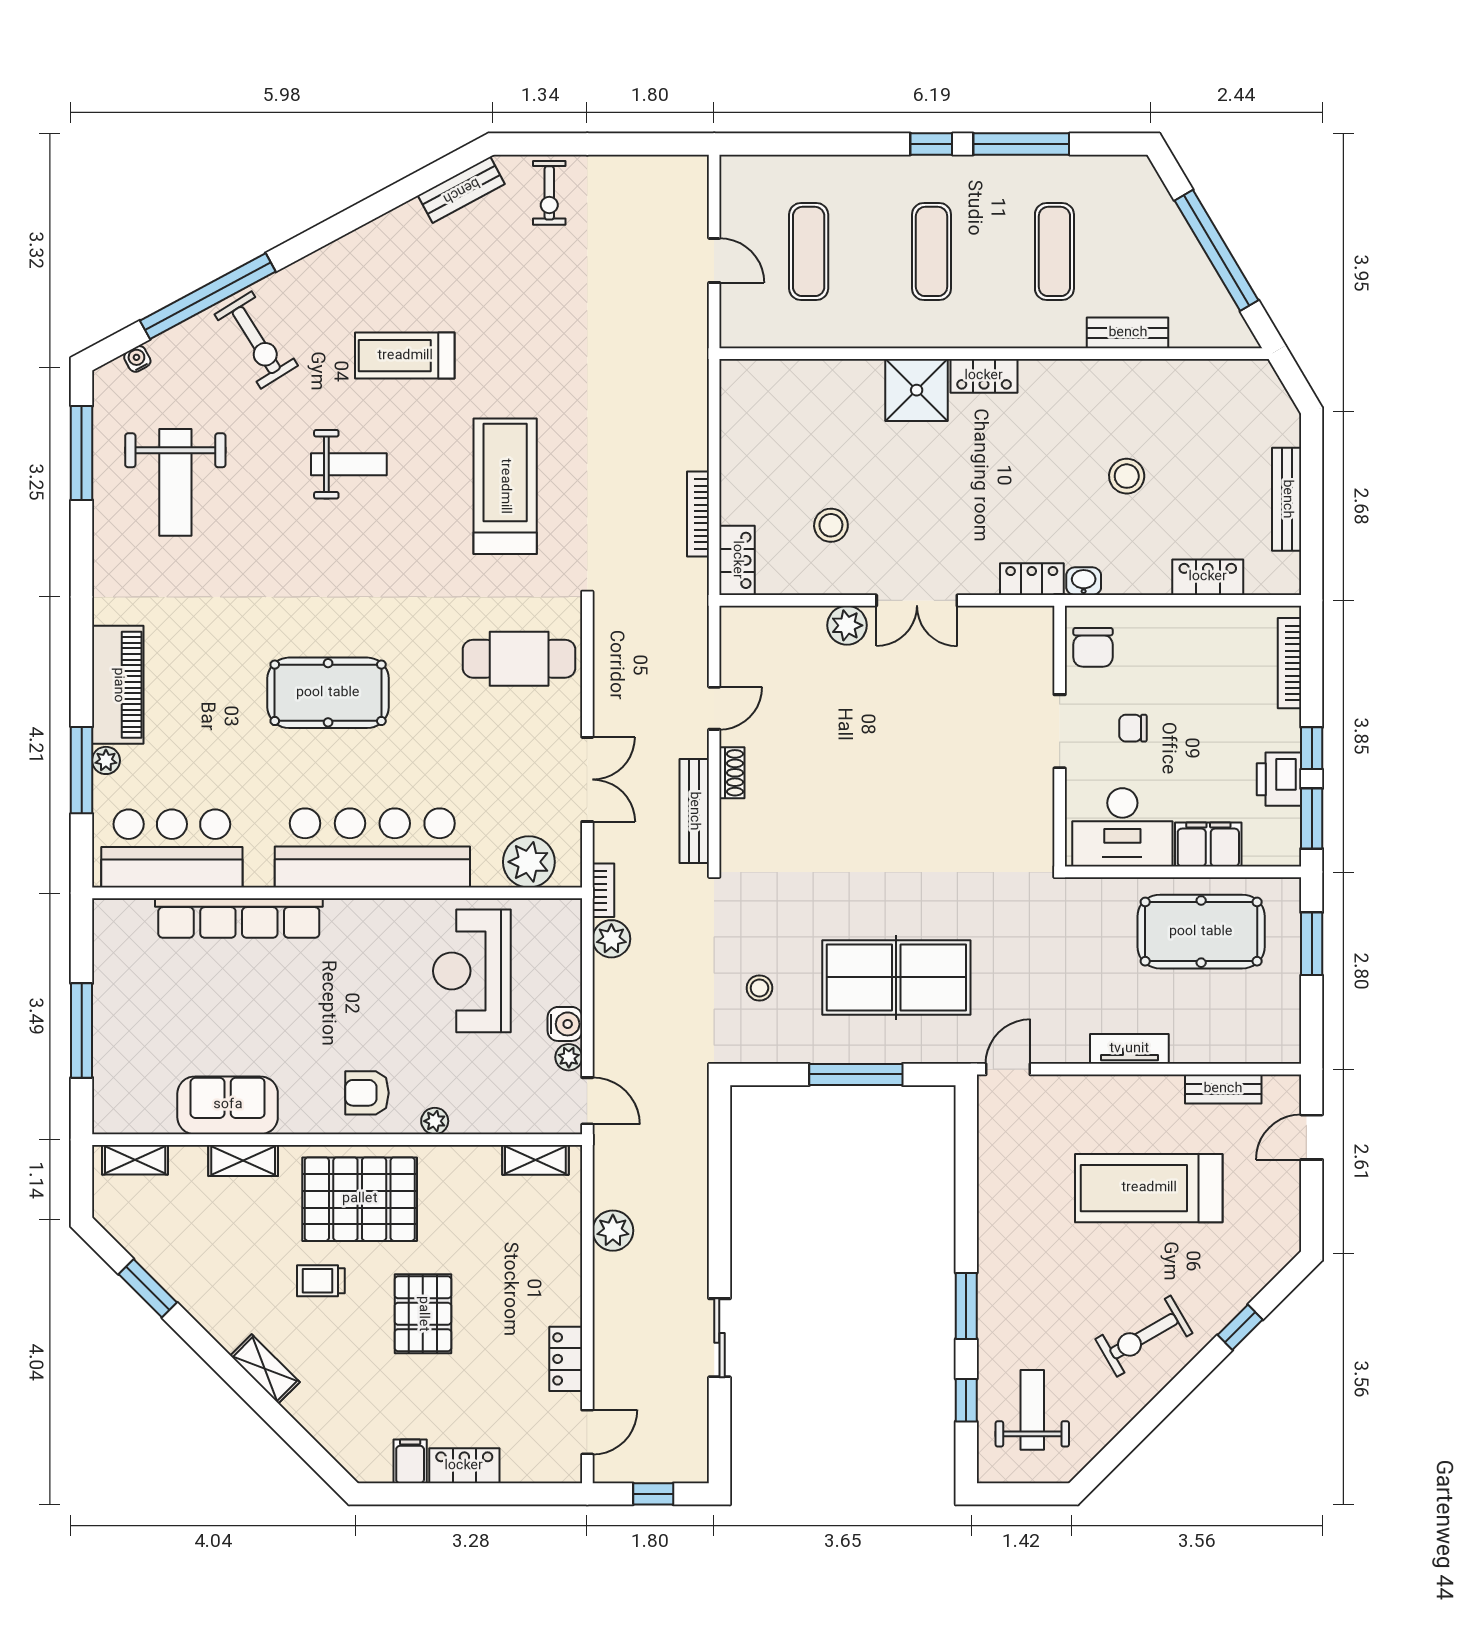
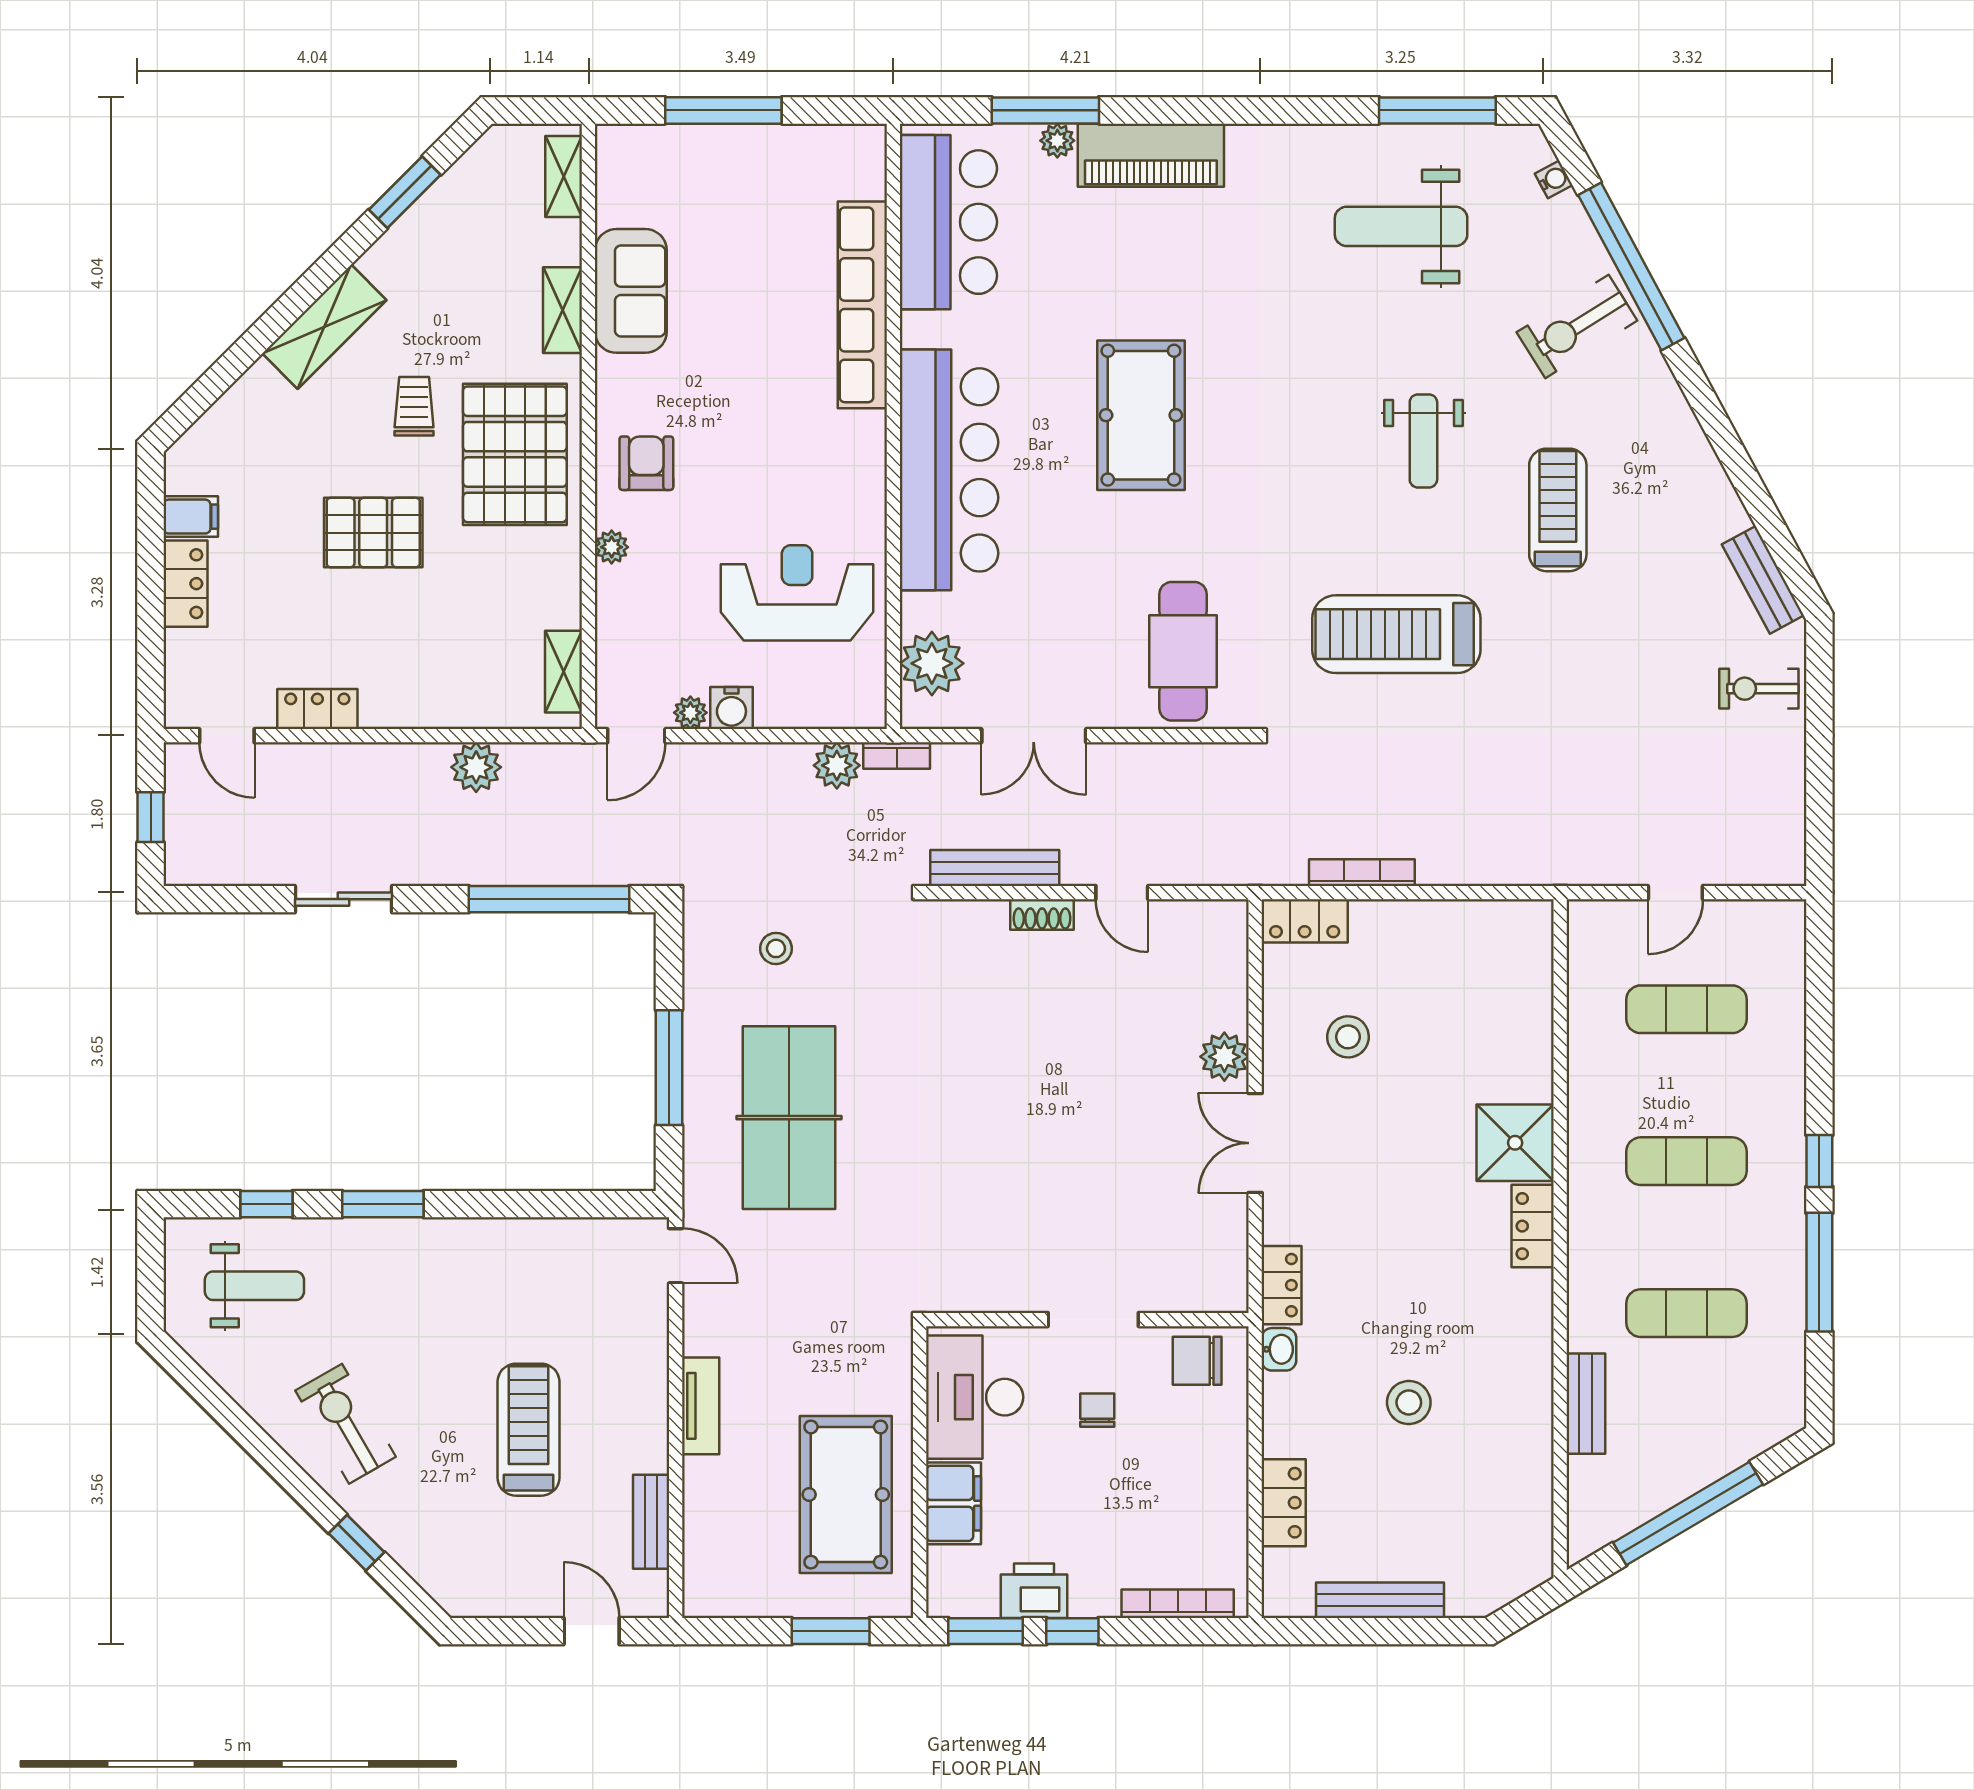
treadmill: (505, 486) -> (1396, 634), turned 180
window: (719, 1172) -> (549, 899), added
treadmill: (1149, 1188) -> (528, 1430), width x0.73, depth x0.73
shelving: (265, 1369) -> (324, 327), width x1.50, depth x1.33

